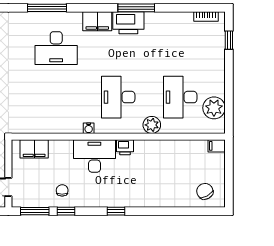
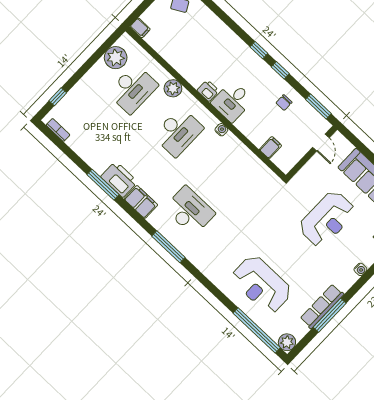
filing cabinet: (34, 149) -> (270, 148), width x0.50
desk: (94, 156) -> (232, 101), width x0.73
window: (66, 211) -> (280, 70), moved

